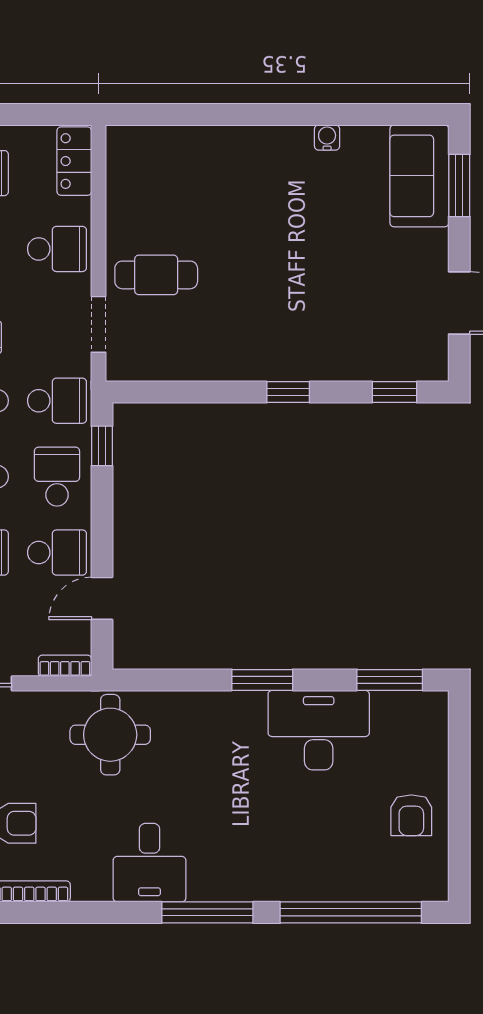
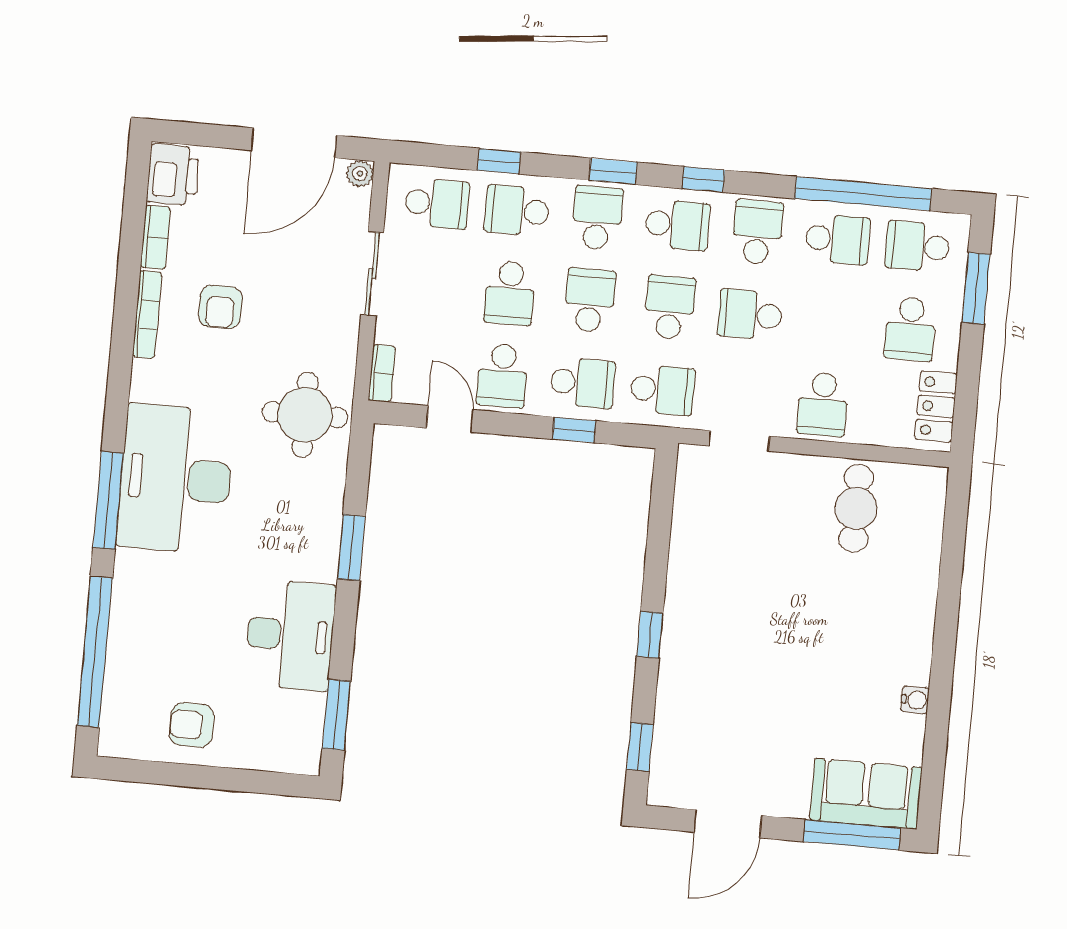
locker: (74, 161) -> (936, 406), moved, turned -90
window: (459, 185) -> (852, 835), width x1.44
cafe table: (156, 275) -> (856, 508), moved
school desk: (57, 401) -> (663, 390), turned -90
window: (102, 446) -> (574, 430), moved
window: (262, 680) -> (351, 548), moved
desk: (149, 863) -> (176, 479), width x1.87, depth x1.30

